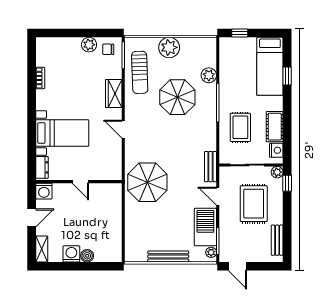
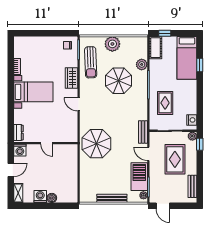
plant: (89, 45) -> (53, 42), removed
cot: (275, 127) -> (156, 48), moved
bed with nightstands: (62, 133) -> (33, 92), moved

